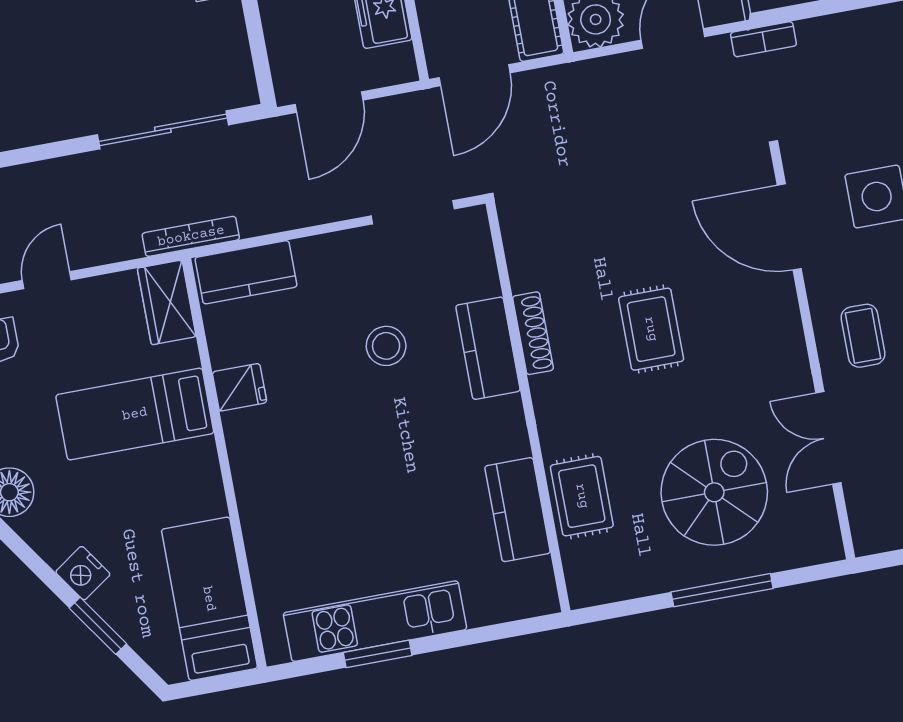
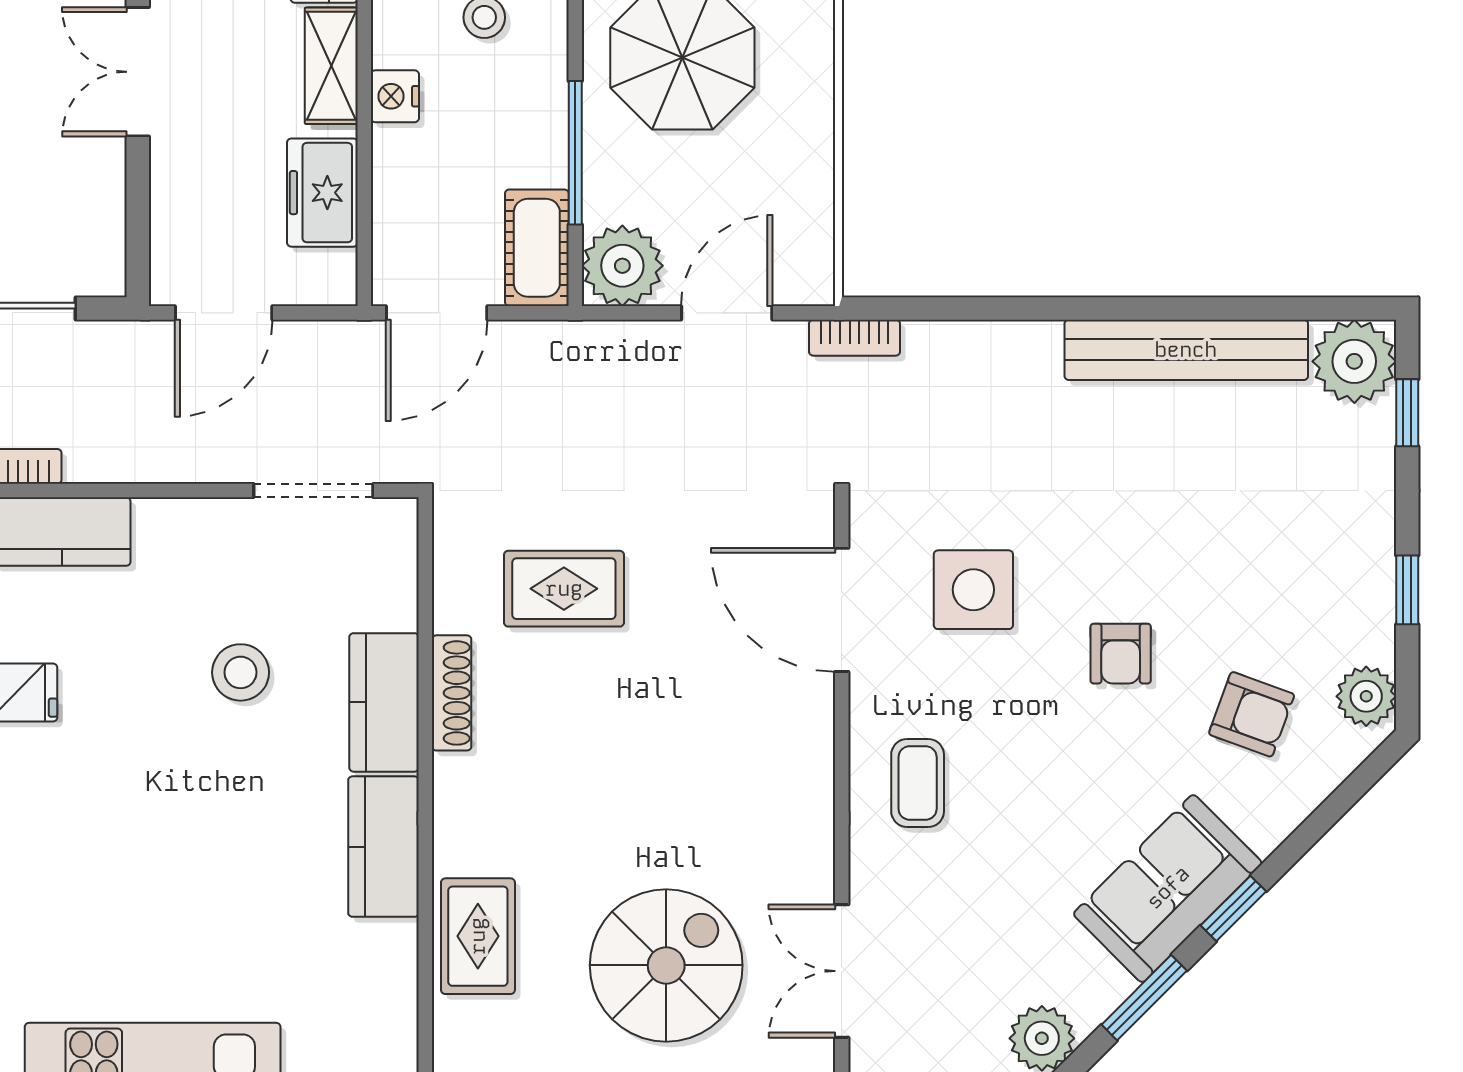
rug: (651, 329) -> (564, 589), moved, turned 90
double door: (828, 438) -> (842, 971), moved
kitchen counter: (518, 510) -> (383, 847), moved

